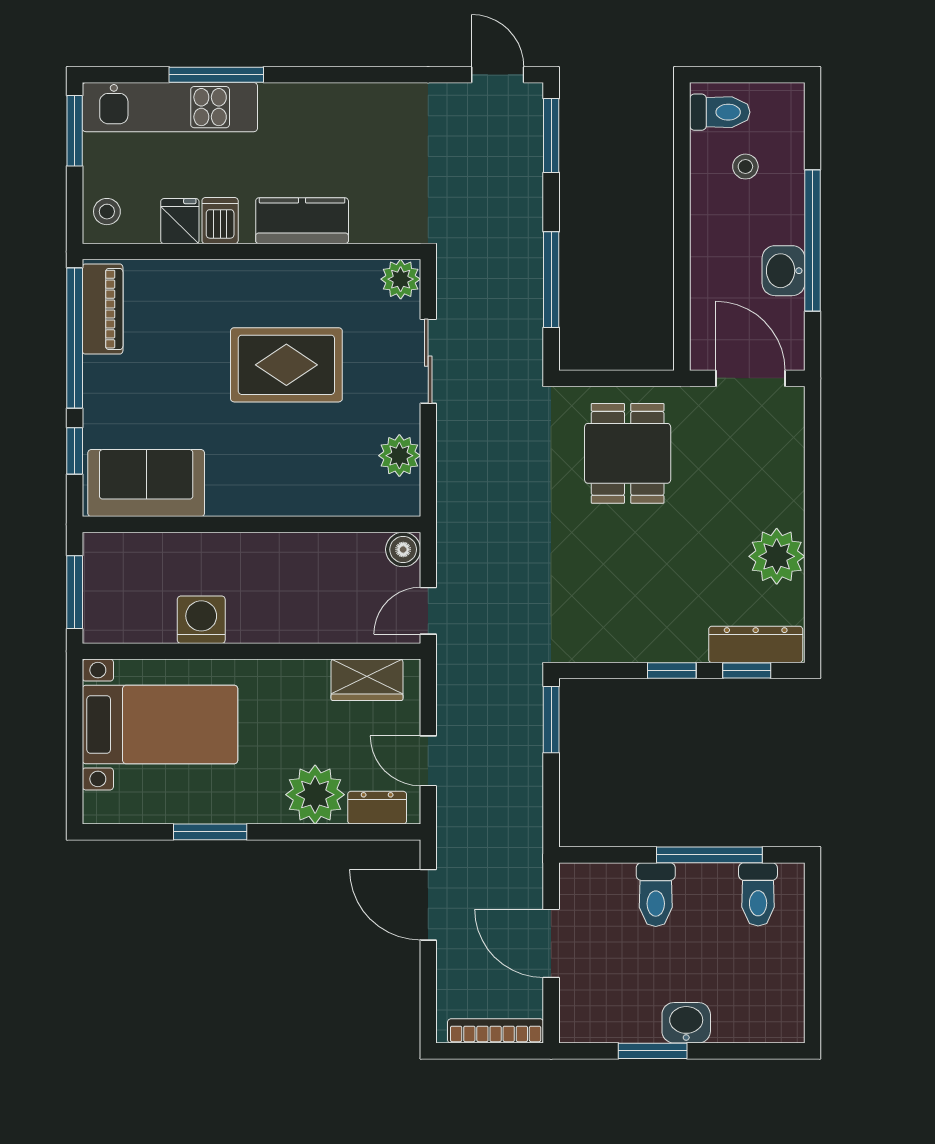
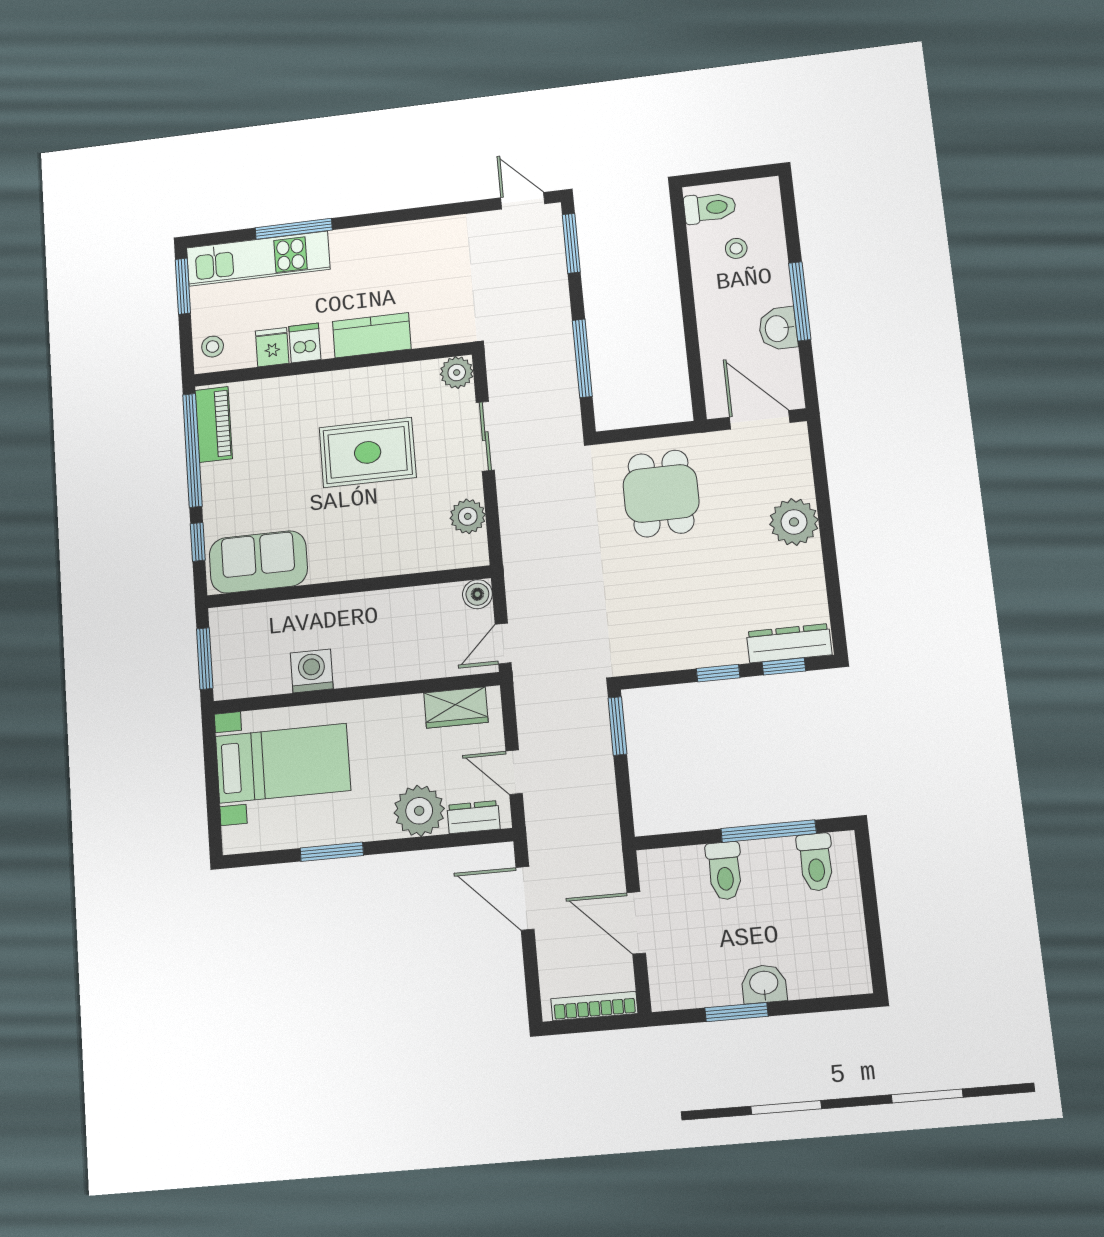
window: (813, 241) -> (800, 301), width x0.68
plant: (777, 556) -> (794, 522), moved

